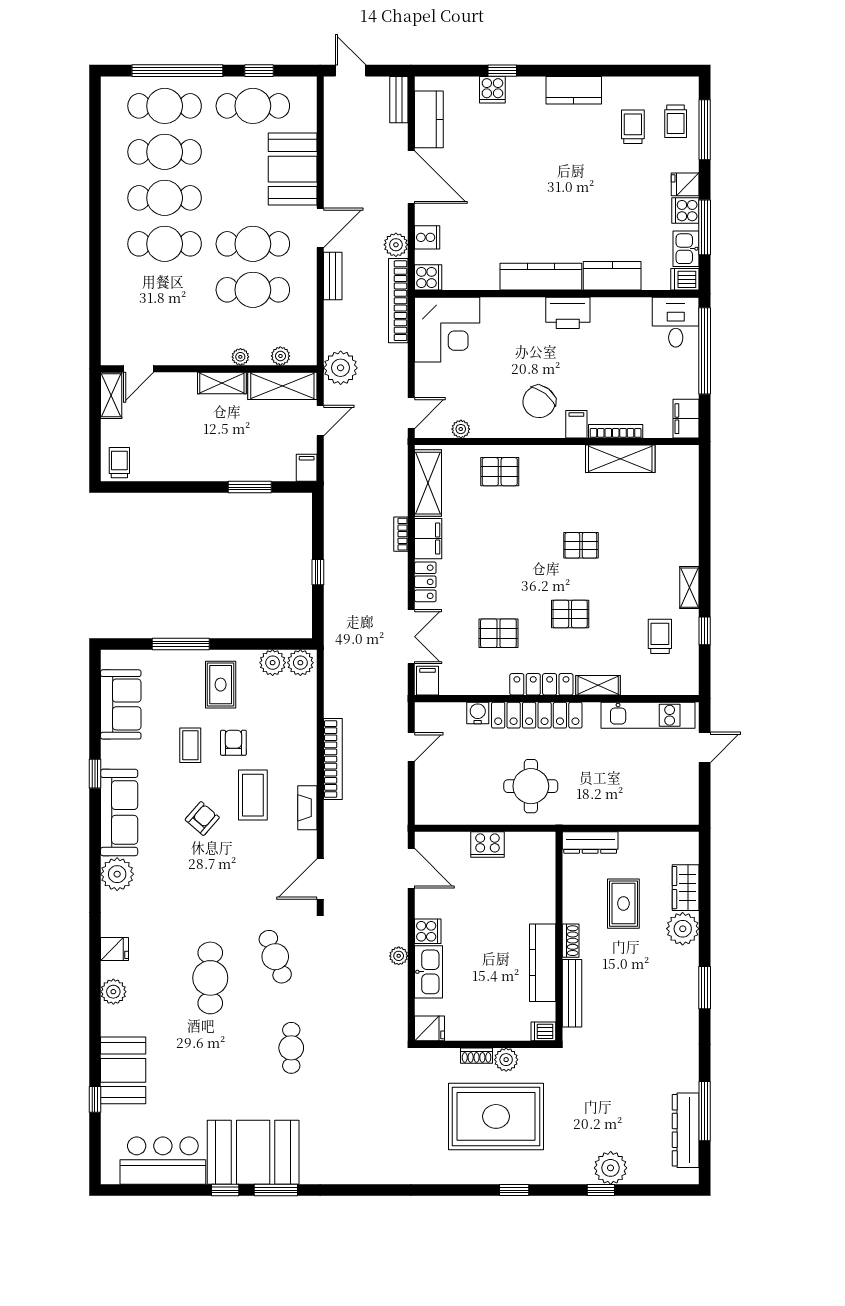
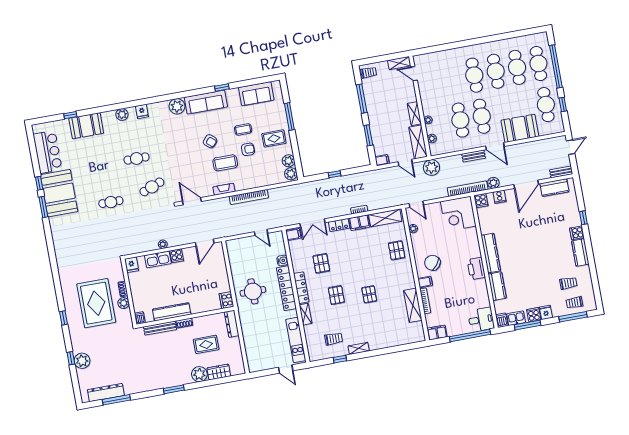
cooker: (492, 90) -> (577, 233), moved
window: (171, 487) -> (362, 99), added
cooker: (487, 844) -> (226, 300), moved
cafe table: (210, 978) -> (137, 158), width x0.73, depth x0.74

